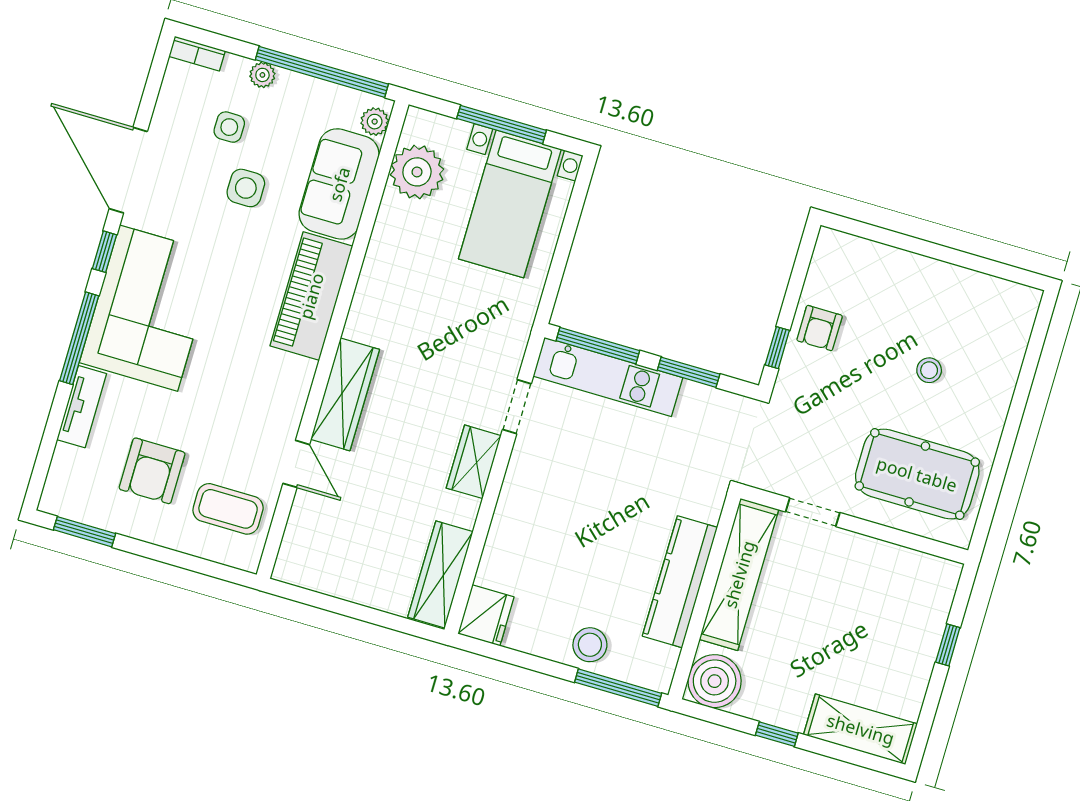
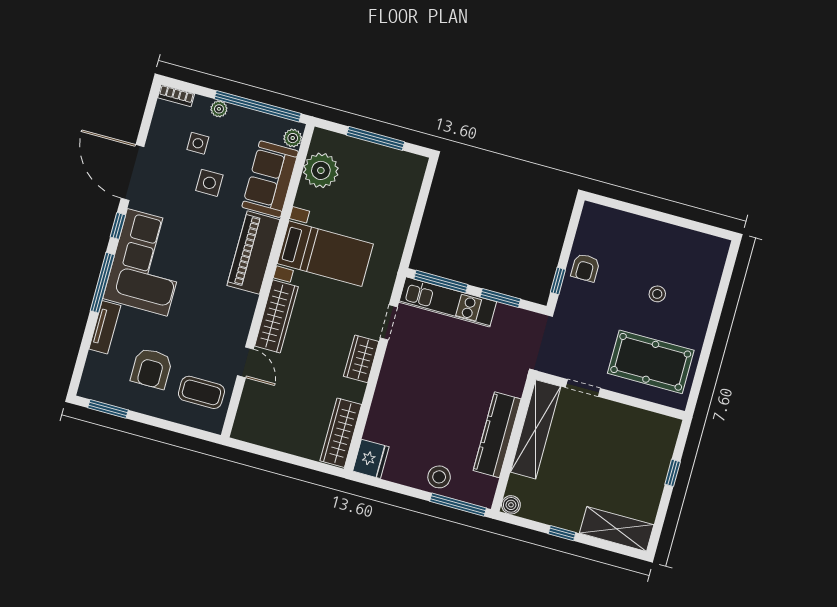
bed with nightstands: (510, 204) -> (325, 254), moved, turned -90
boiler: (715, 681) -> (511, 505), width x0.54, depth x0.54

